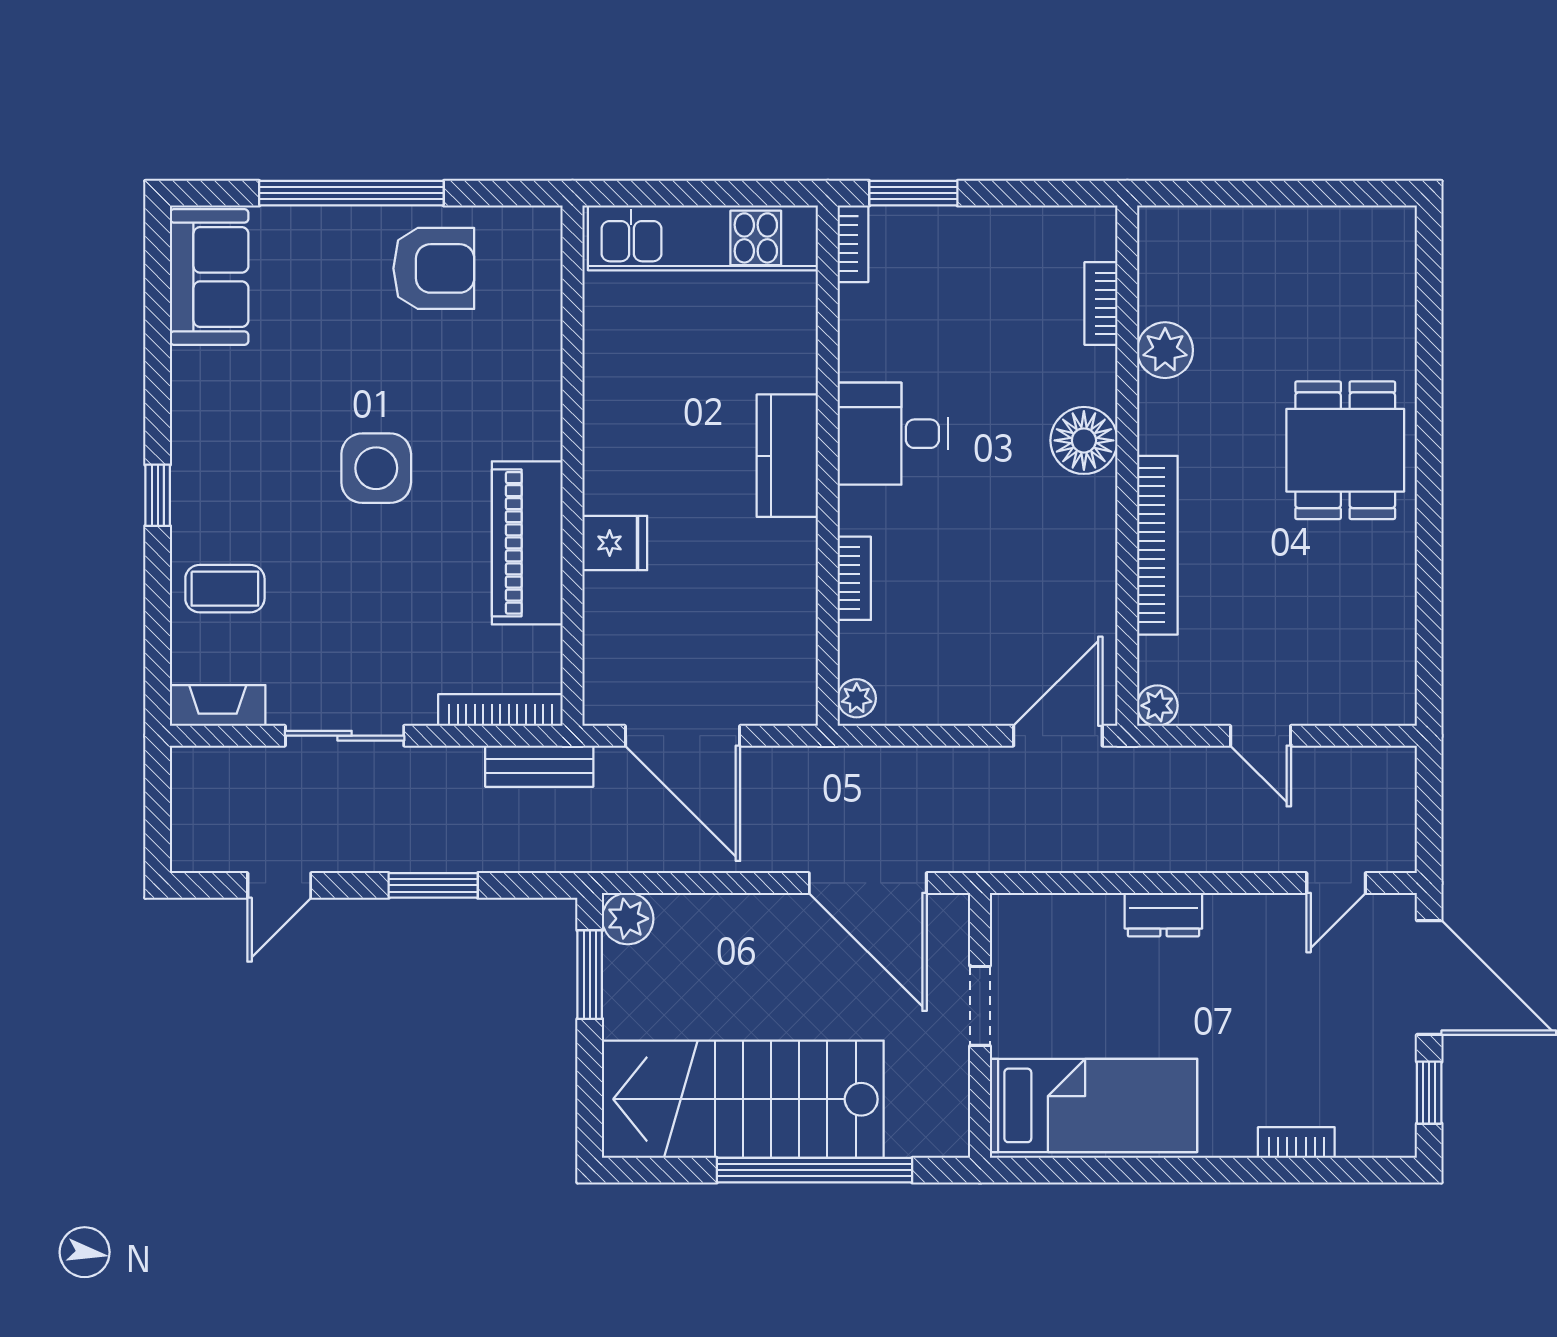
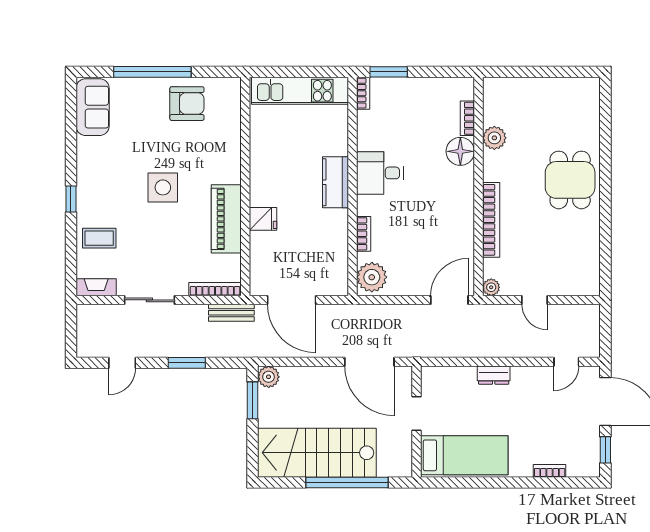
floor lamp: (1084, 440) -> (460, 151), moved
plant: (857, 698) -> (372, 277), width x1.88, depth x1.88

